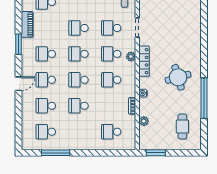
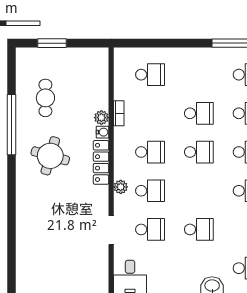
school desk: (78, 54) -> (199, 191), removed
locker: (144, 61) -> (101, 162), moved
round table: (178, 77) -> (50, 156), turned 32
plant: (144, 121) -> (101, 118), moved
cafe table: (182, 126) -> (45, 98), moved
window: (156, 153) -> (52, 43), moved

